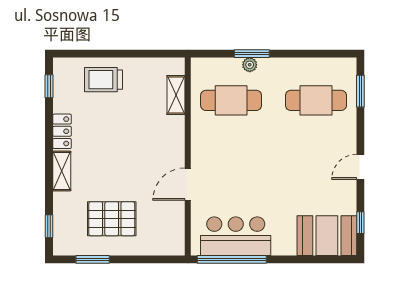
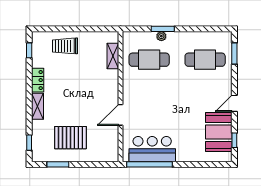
booth: (327, 236) -> (219, 132), moved, turned 90

